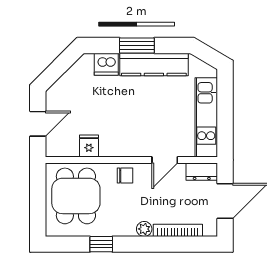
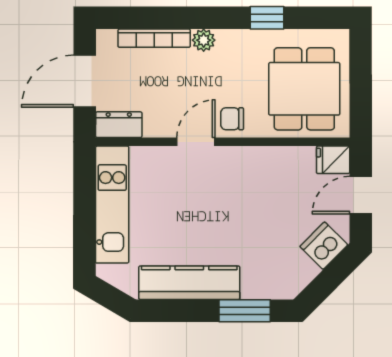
window: (137, 46) -> (245, 311), moved
dishwasher: (106, 64) -> (324, 246), moved, turned -45
fridge: (89, 146) -> (333, 160), moved, turned 90
door: (165, 160) -> (196, 142), moved

